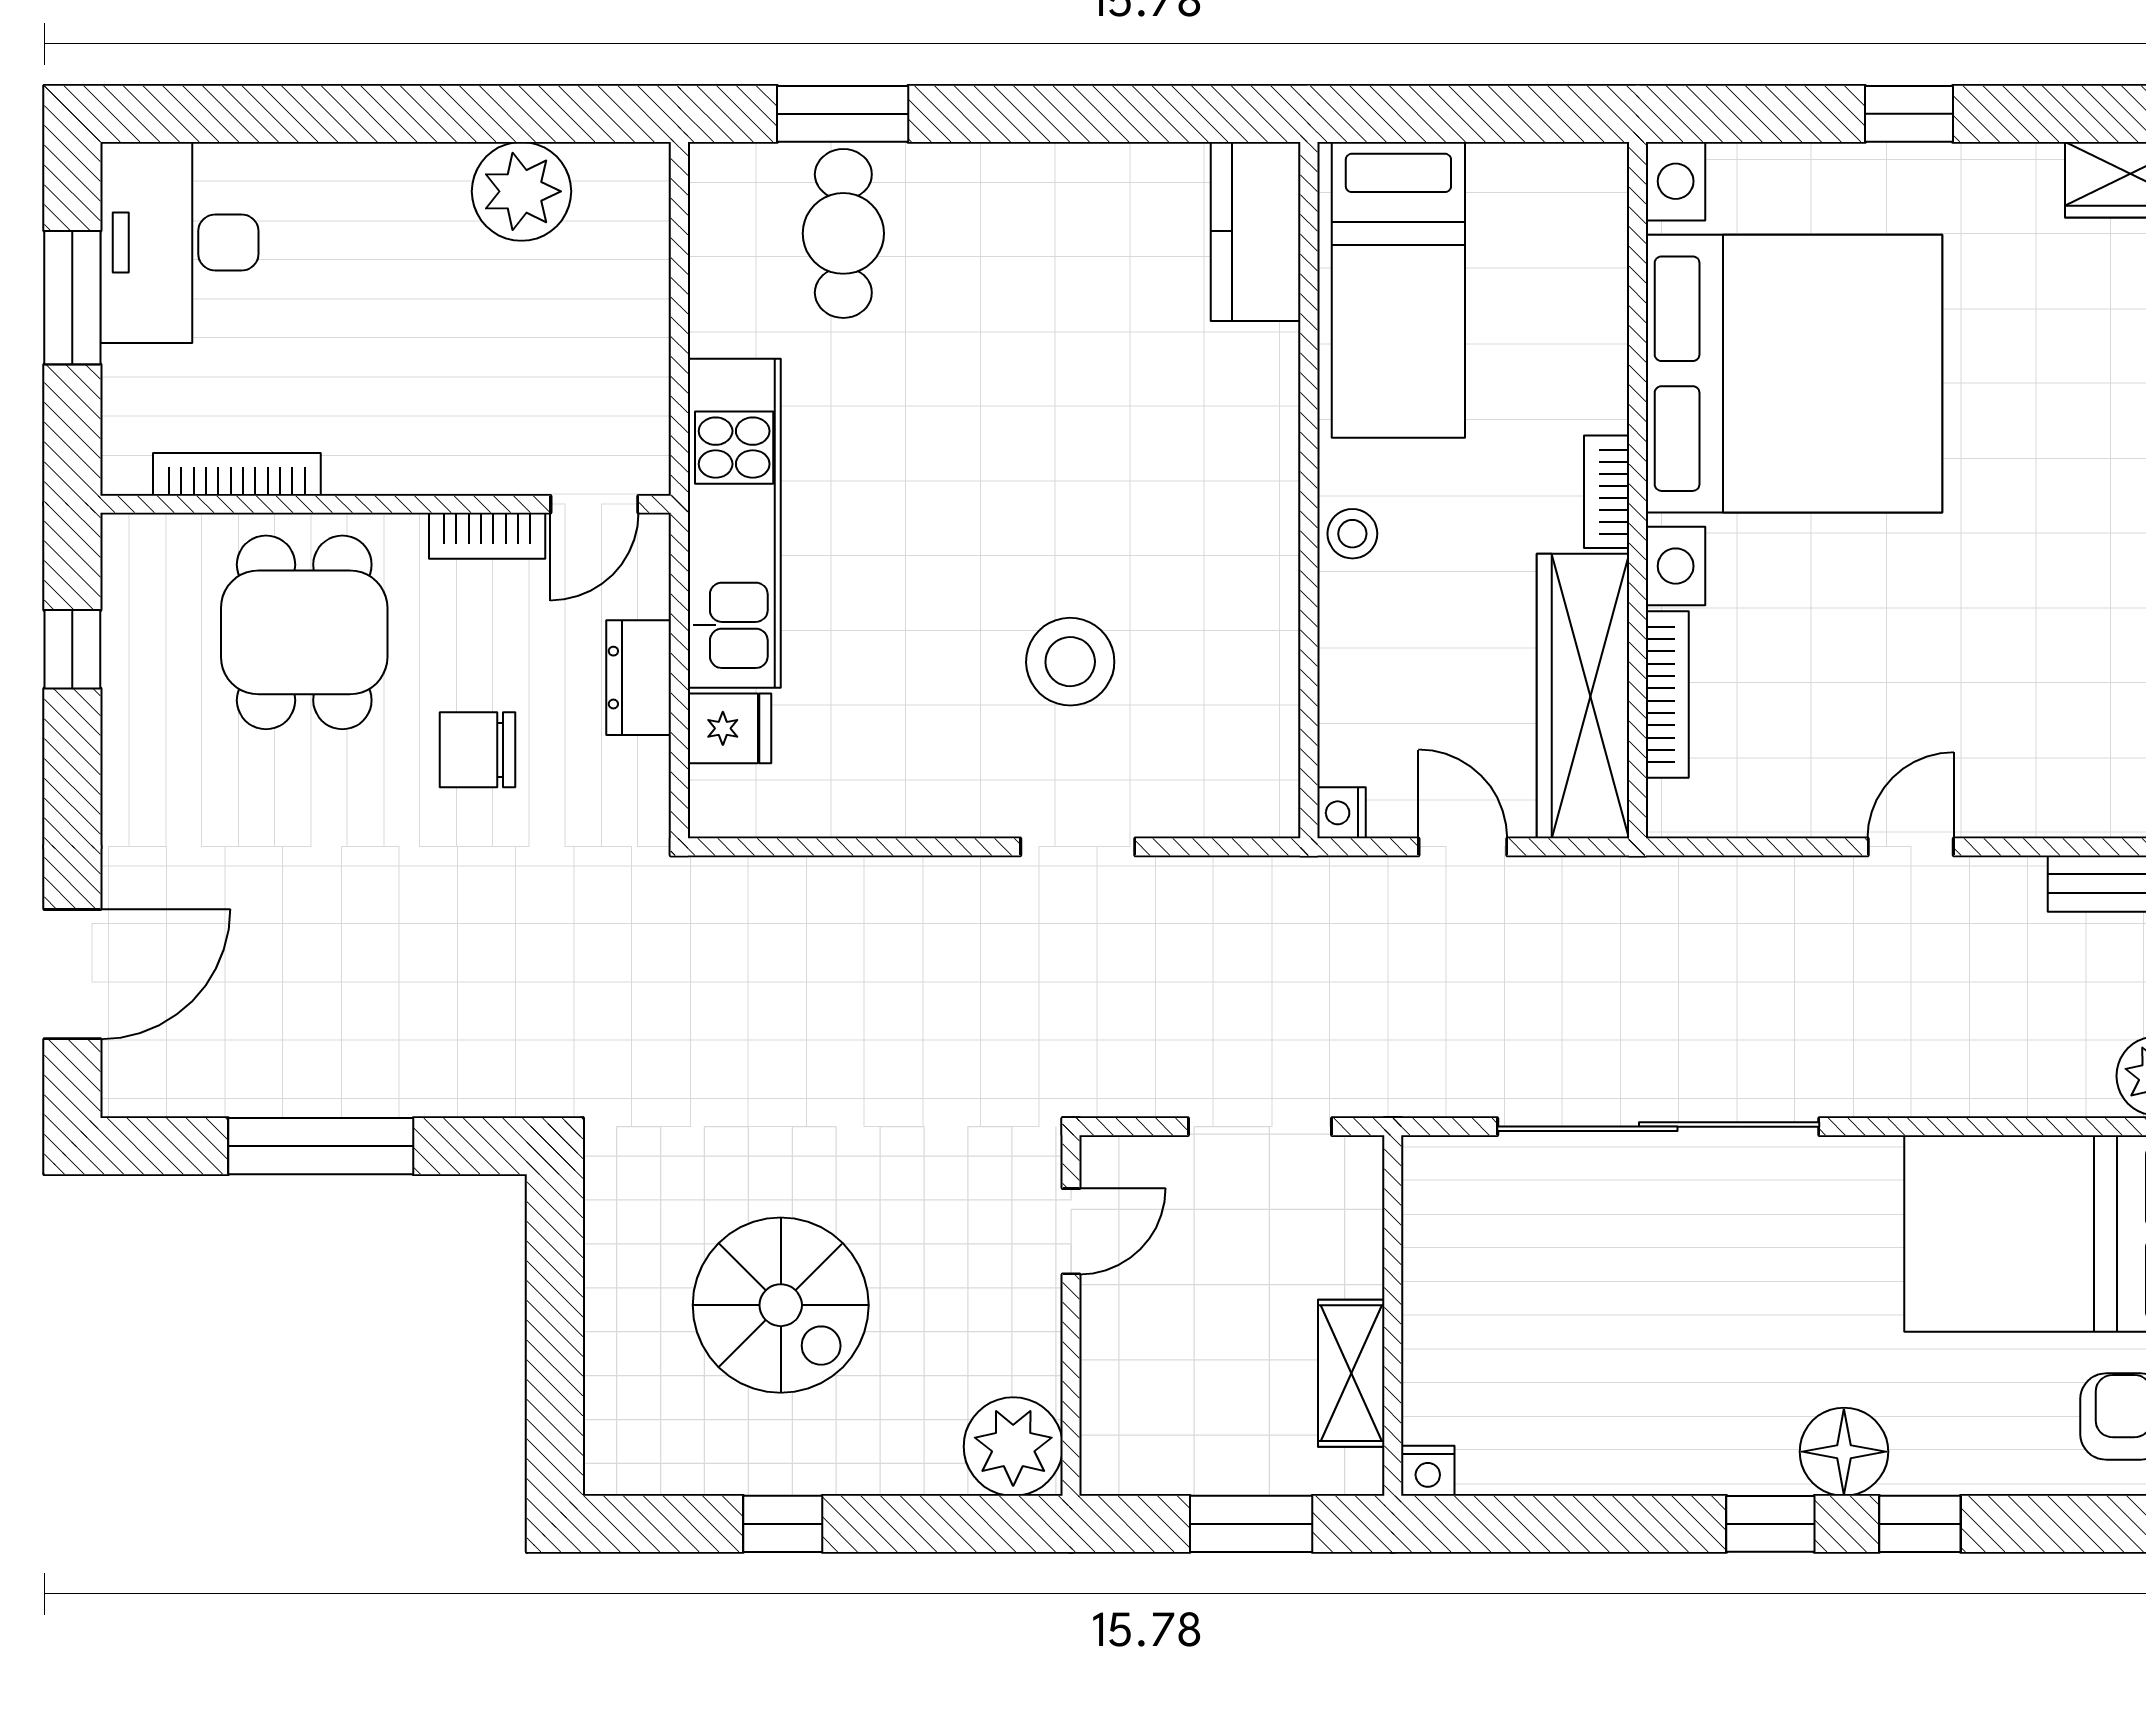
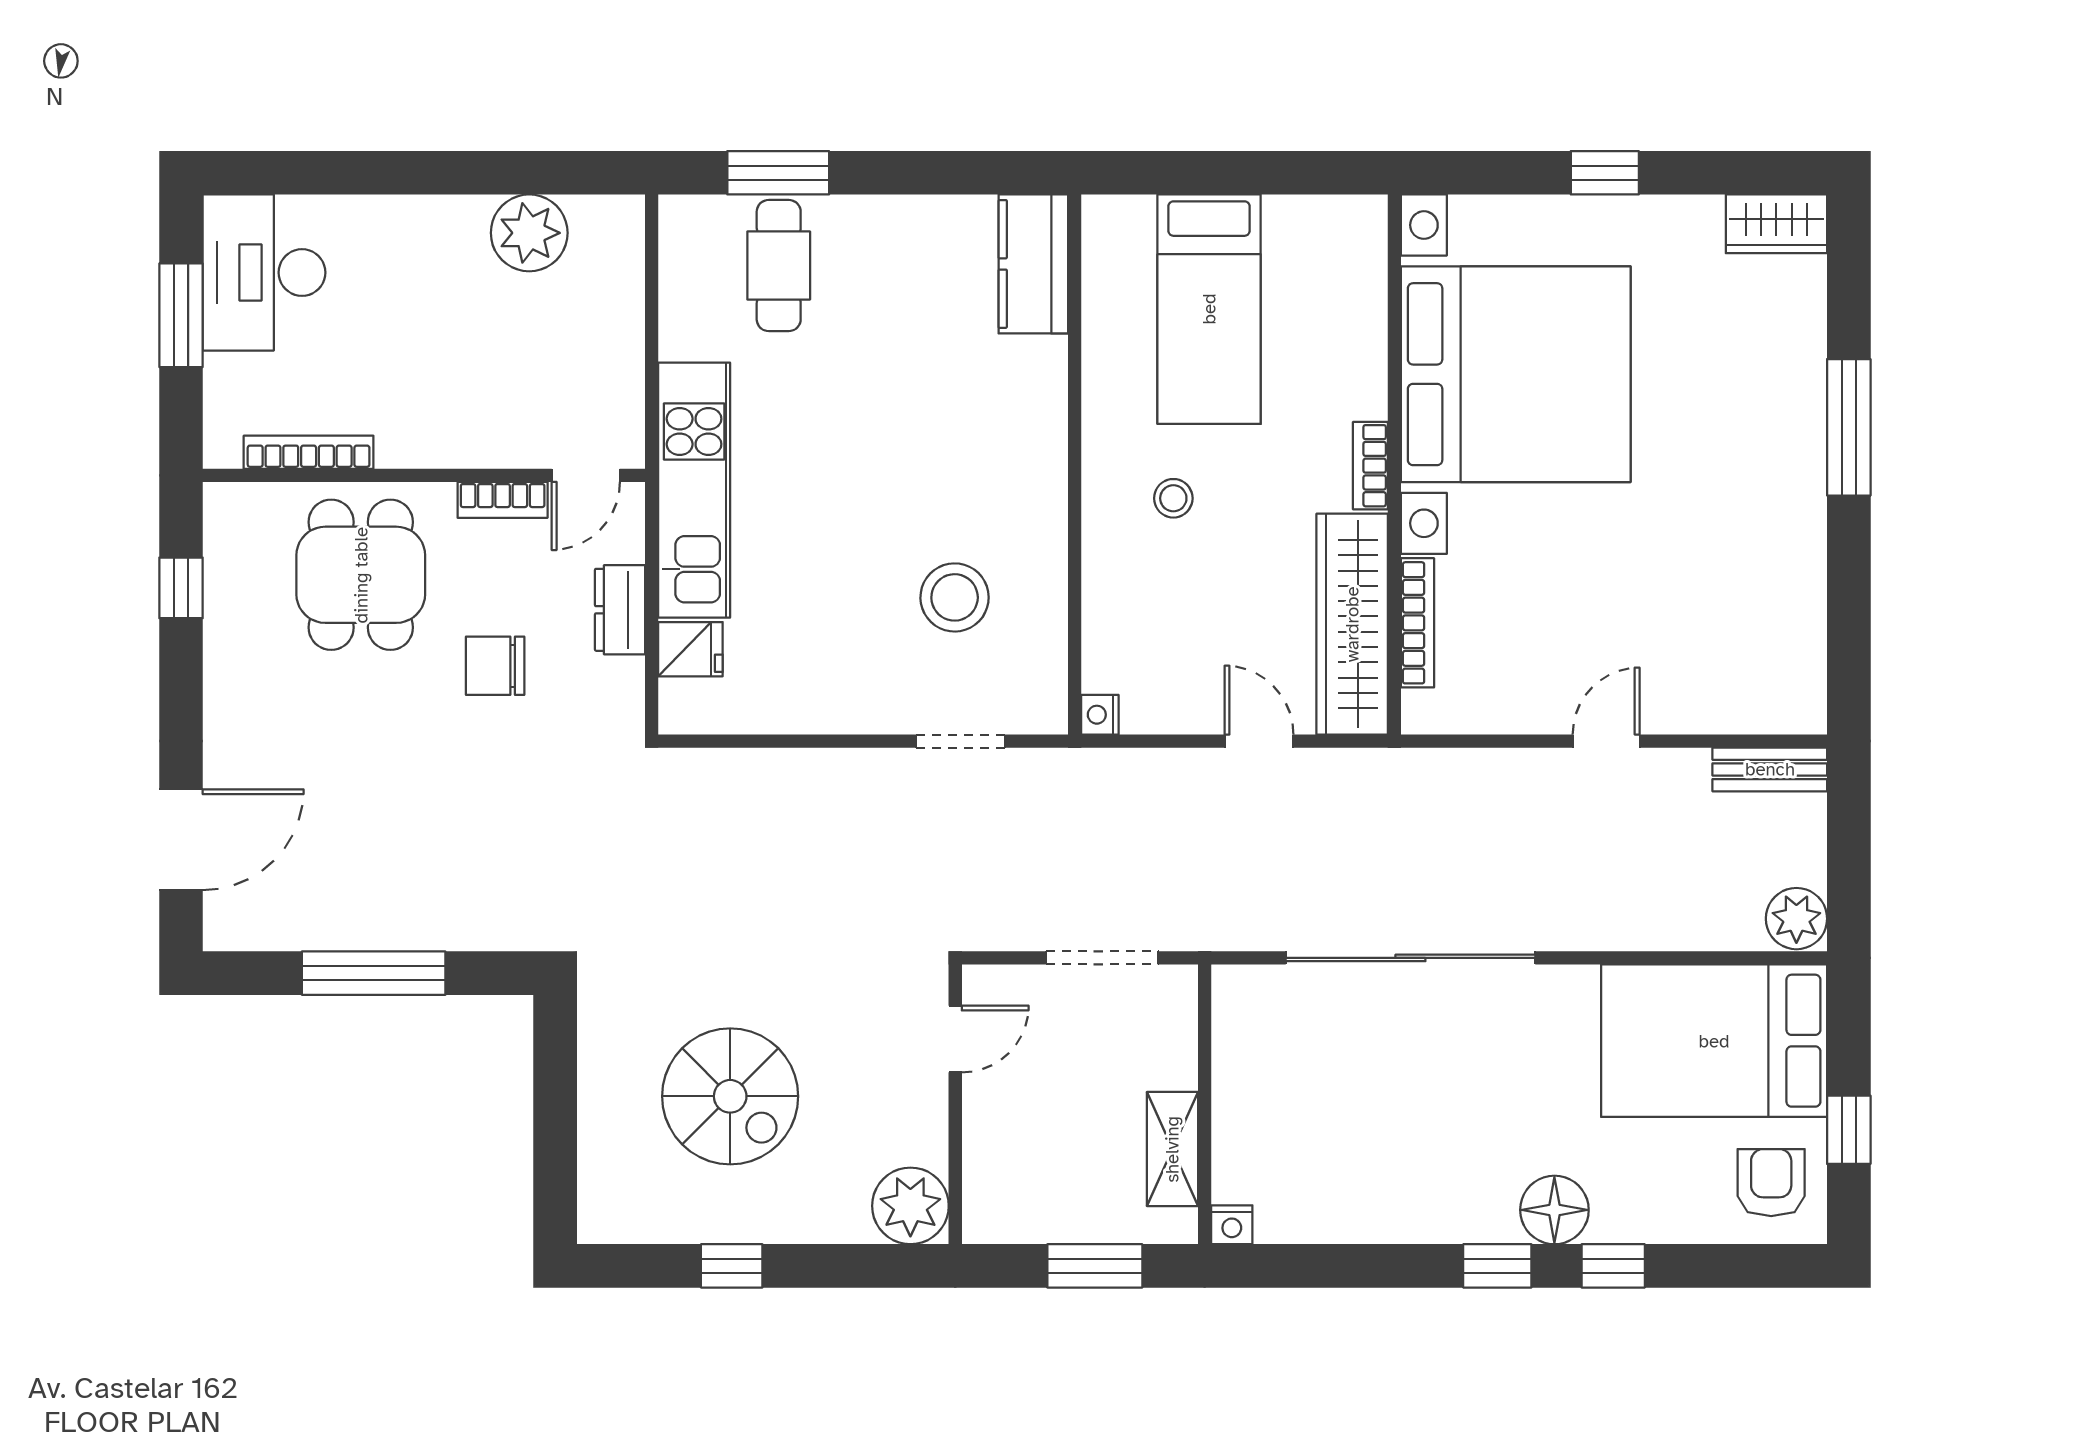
kitchen counter: (1256, 231) -> (1033, 264), moved
wall: (1309, 490) -> (1075, 465), moved
nightstand: (1341, 813) -> (1100, 715), moved

